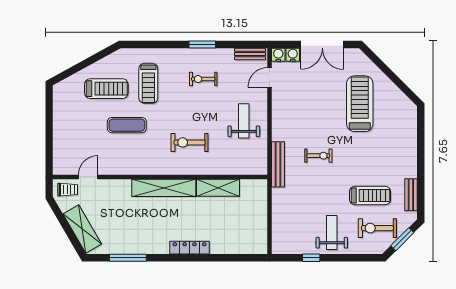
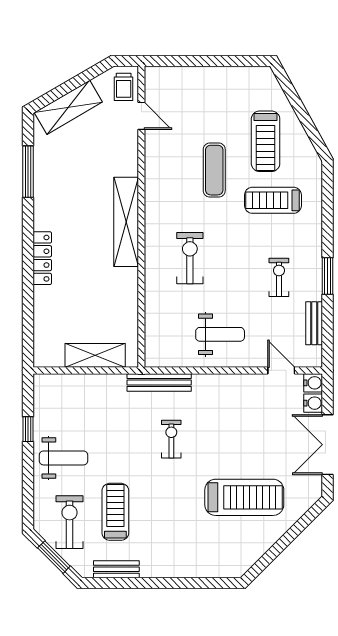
bench: (250, 54) -> (314, 323), moved
exercise bike: (318, 156) -> (171, 439), turned 180
shelving: (218, 188) -> (95, 355), moved, turned 90
treadmill: (370, 195) -> (115, 512), turned 180

